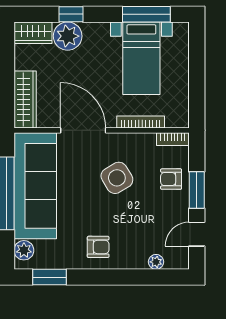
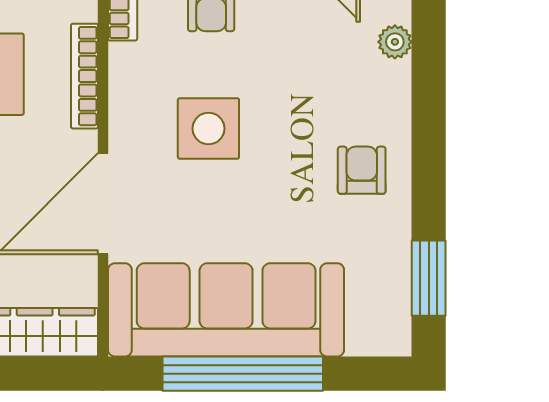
side table: (117, 178) -> (208, 129), turned 31
plant: (24, 250) -> (369, 335), removed

